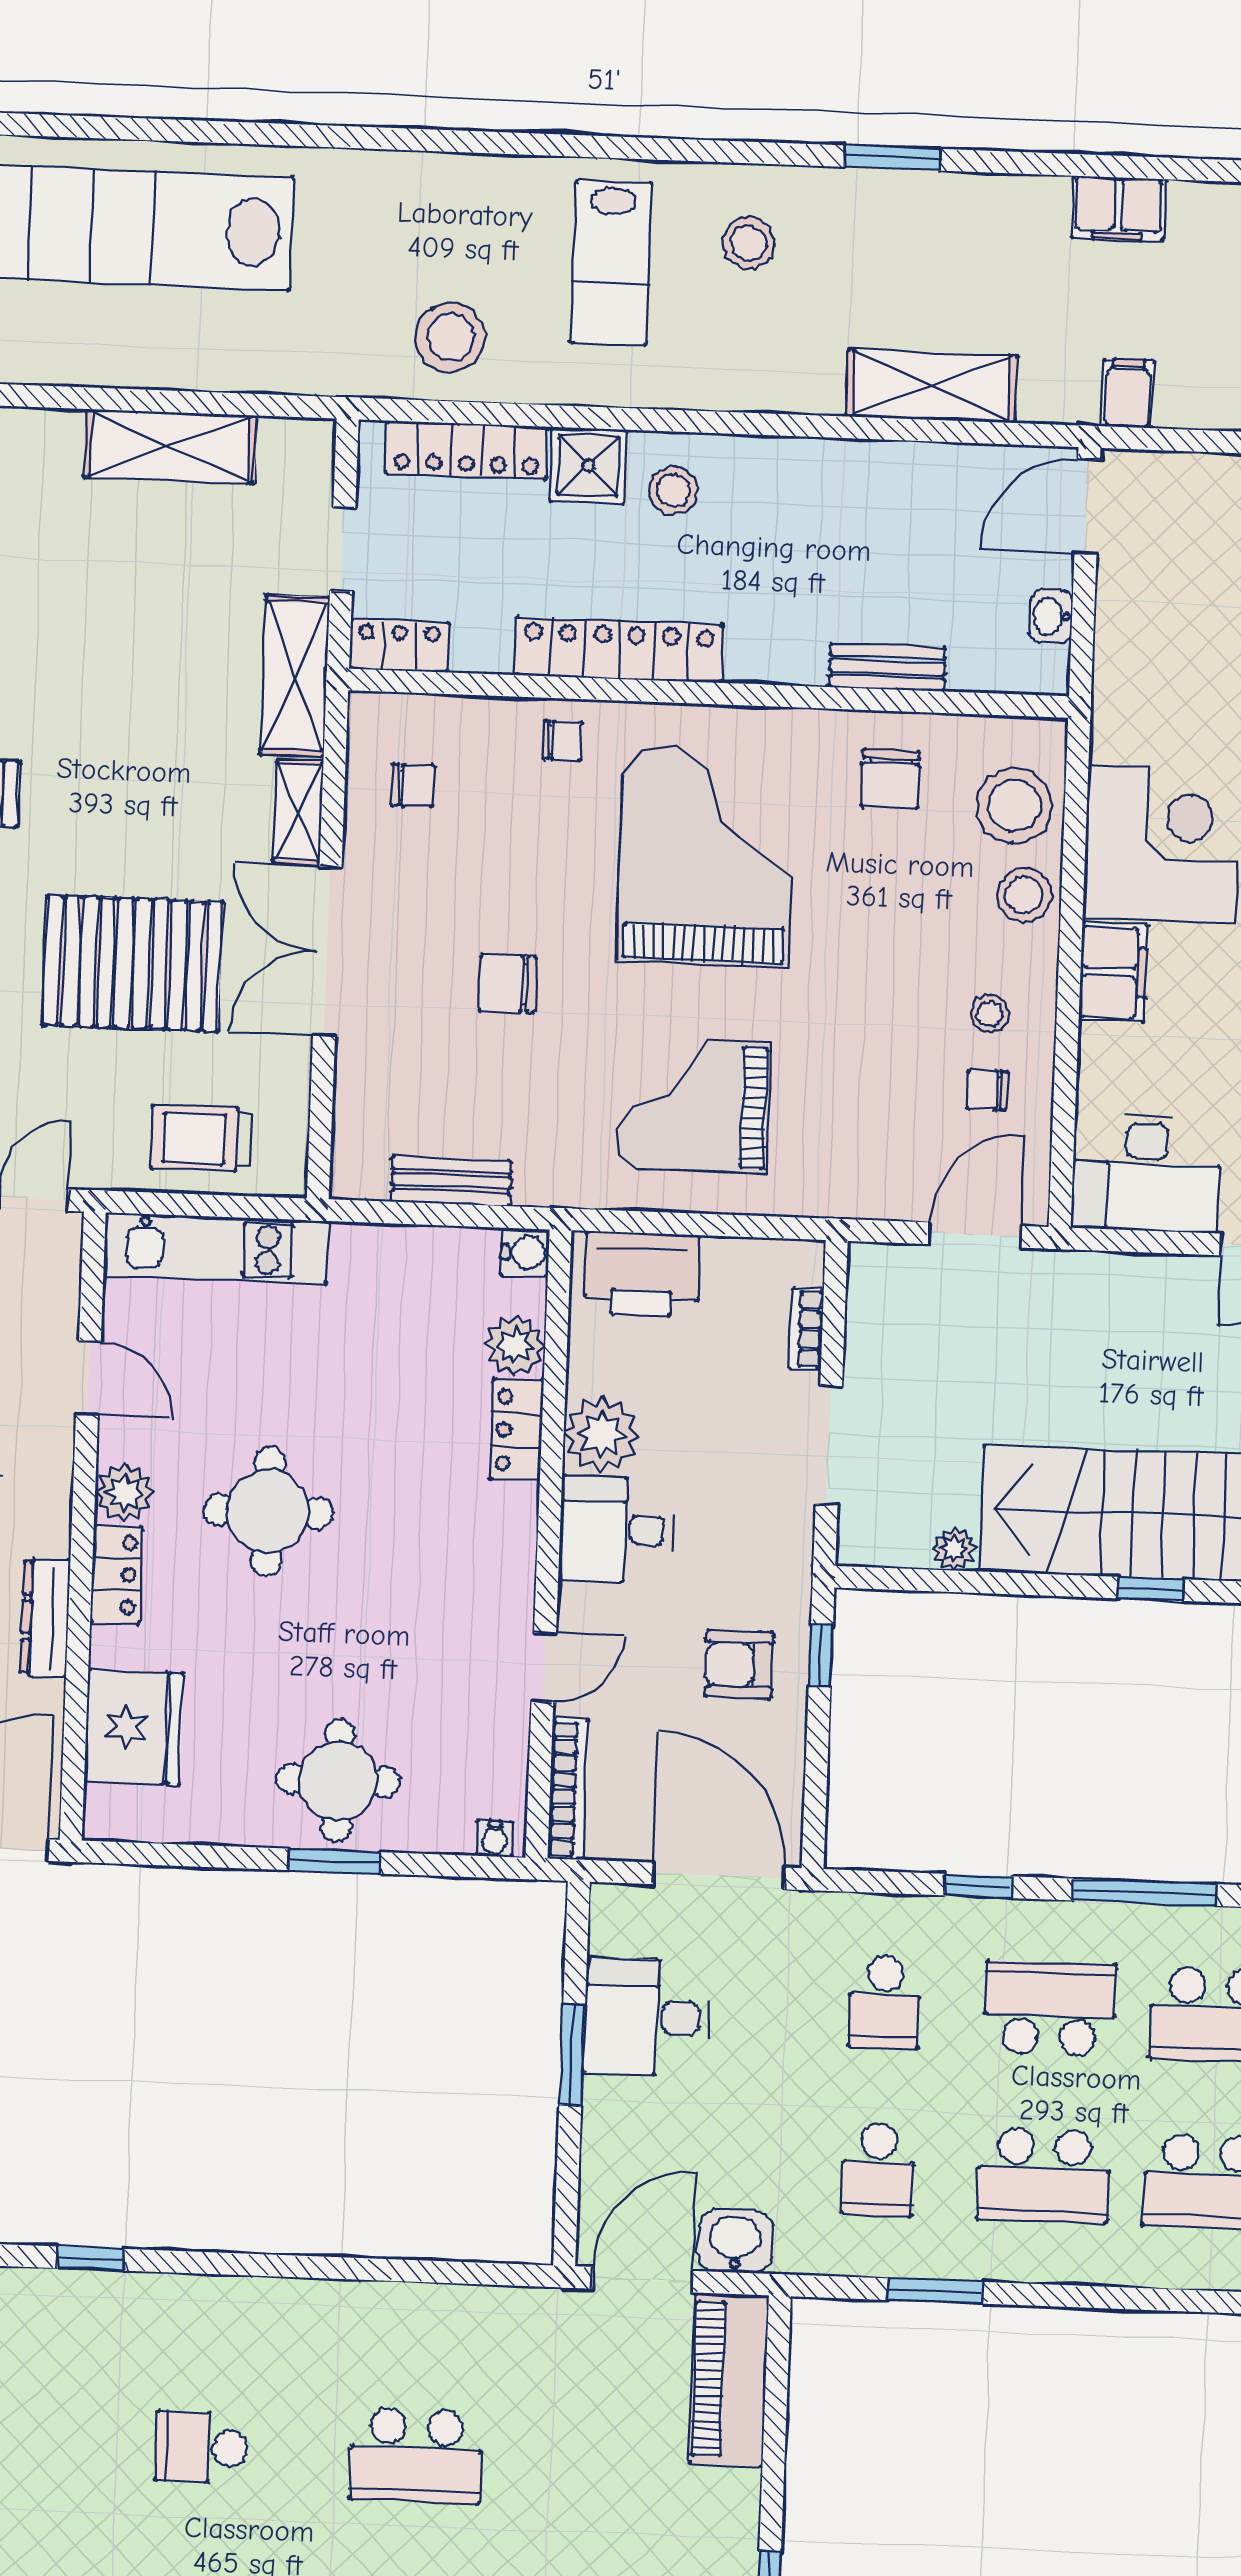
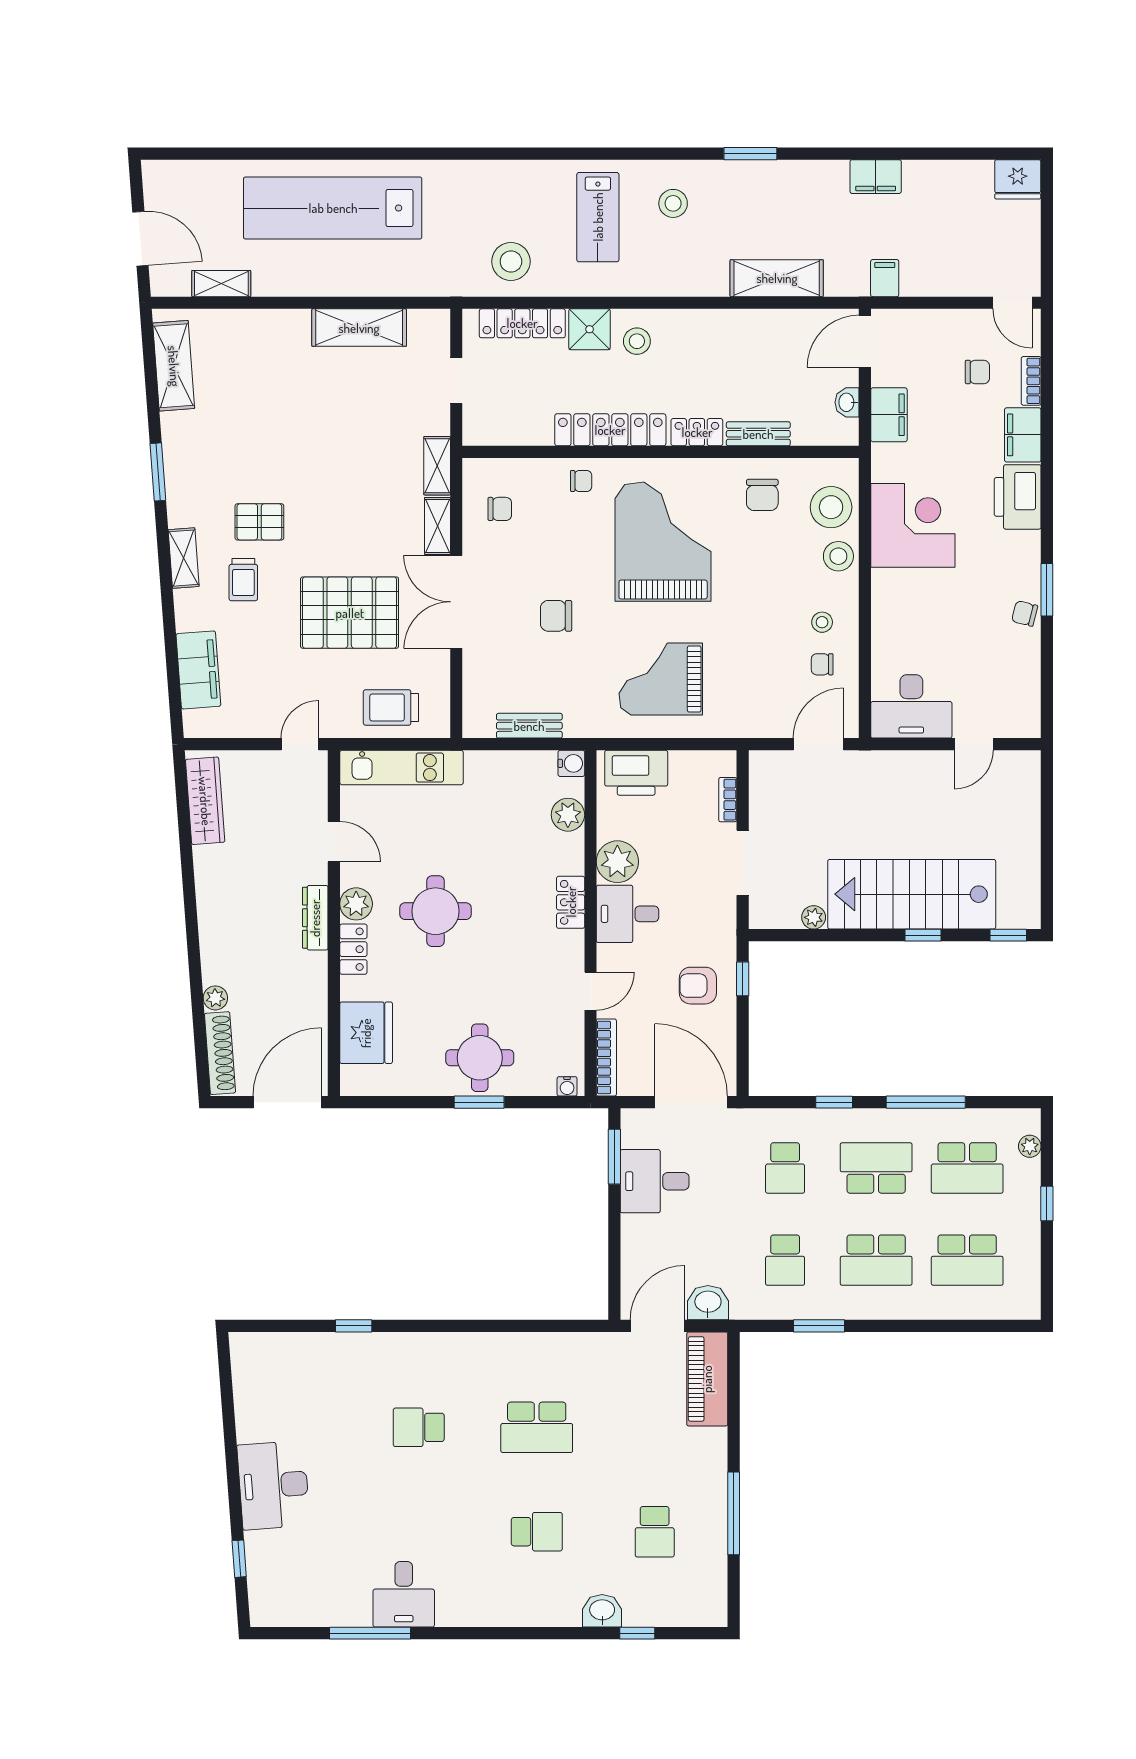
locker: (399, 646) -> (697, 432), moved
shelving: (295, 676) -> (437, 466), width x0.67, depth x0.75
filing cabinet: (1113, 972) -> (889, 415), moved
locker: (517, 1430) -> (571, 902), moved
dresser: (45, 1618) -> (315, 918), moved
window: (572, 2055) -> (614, 1157), moved

